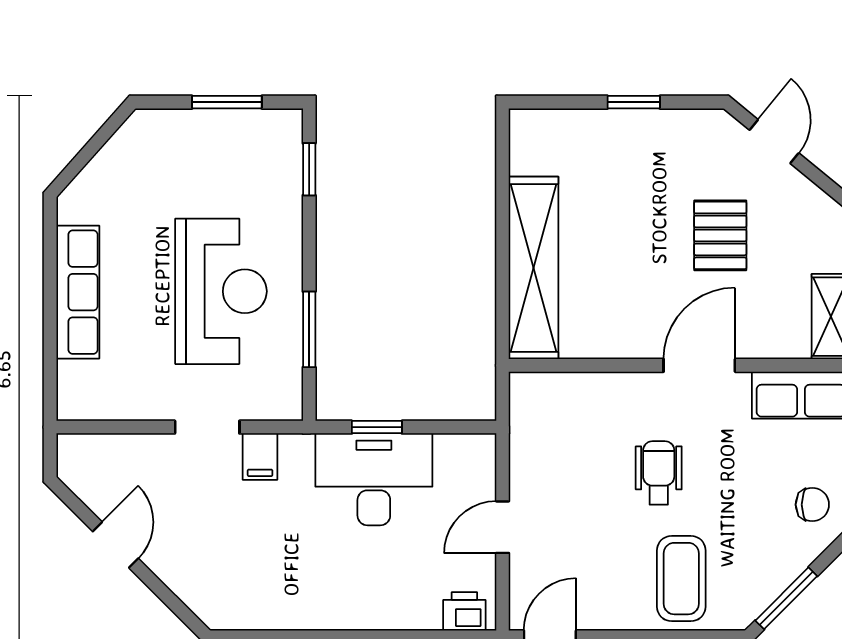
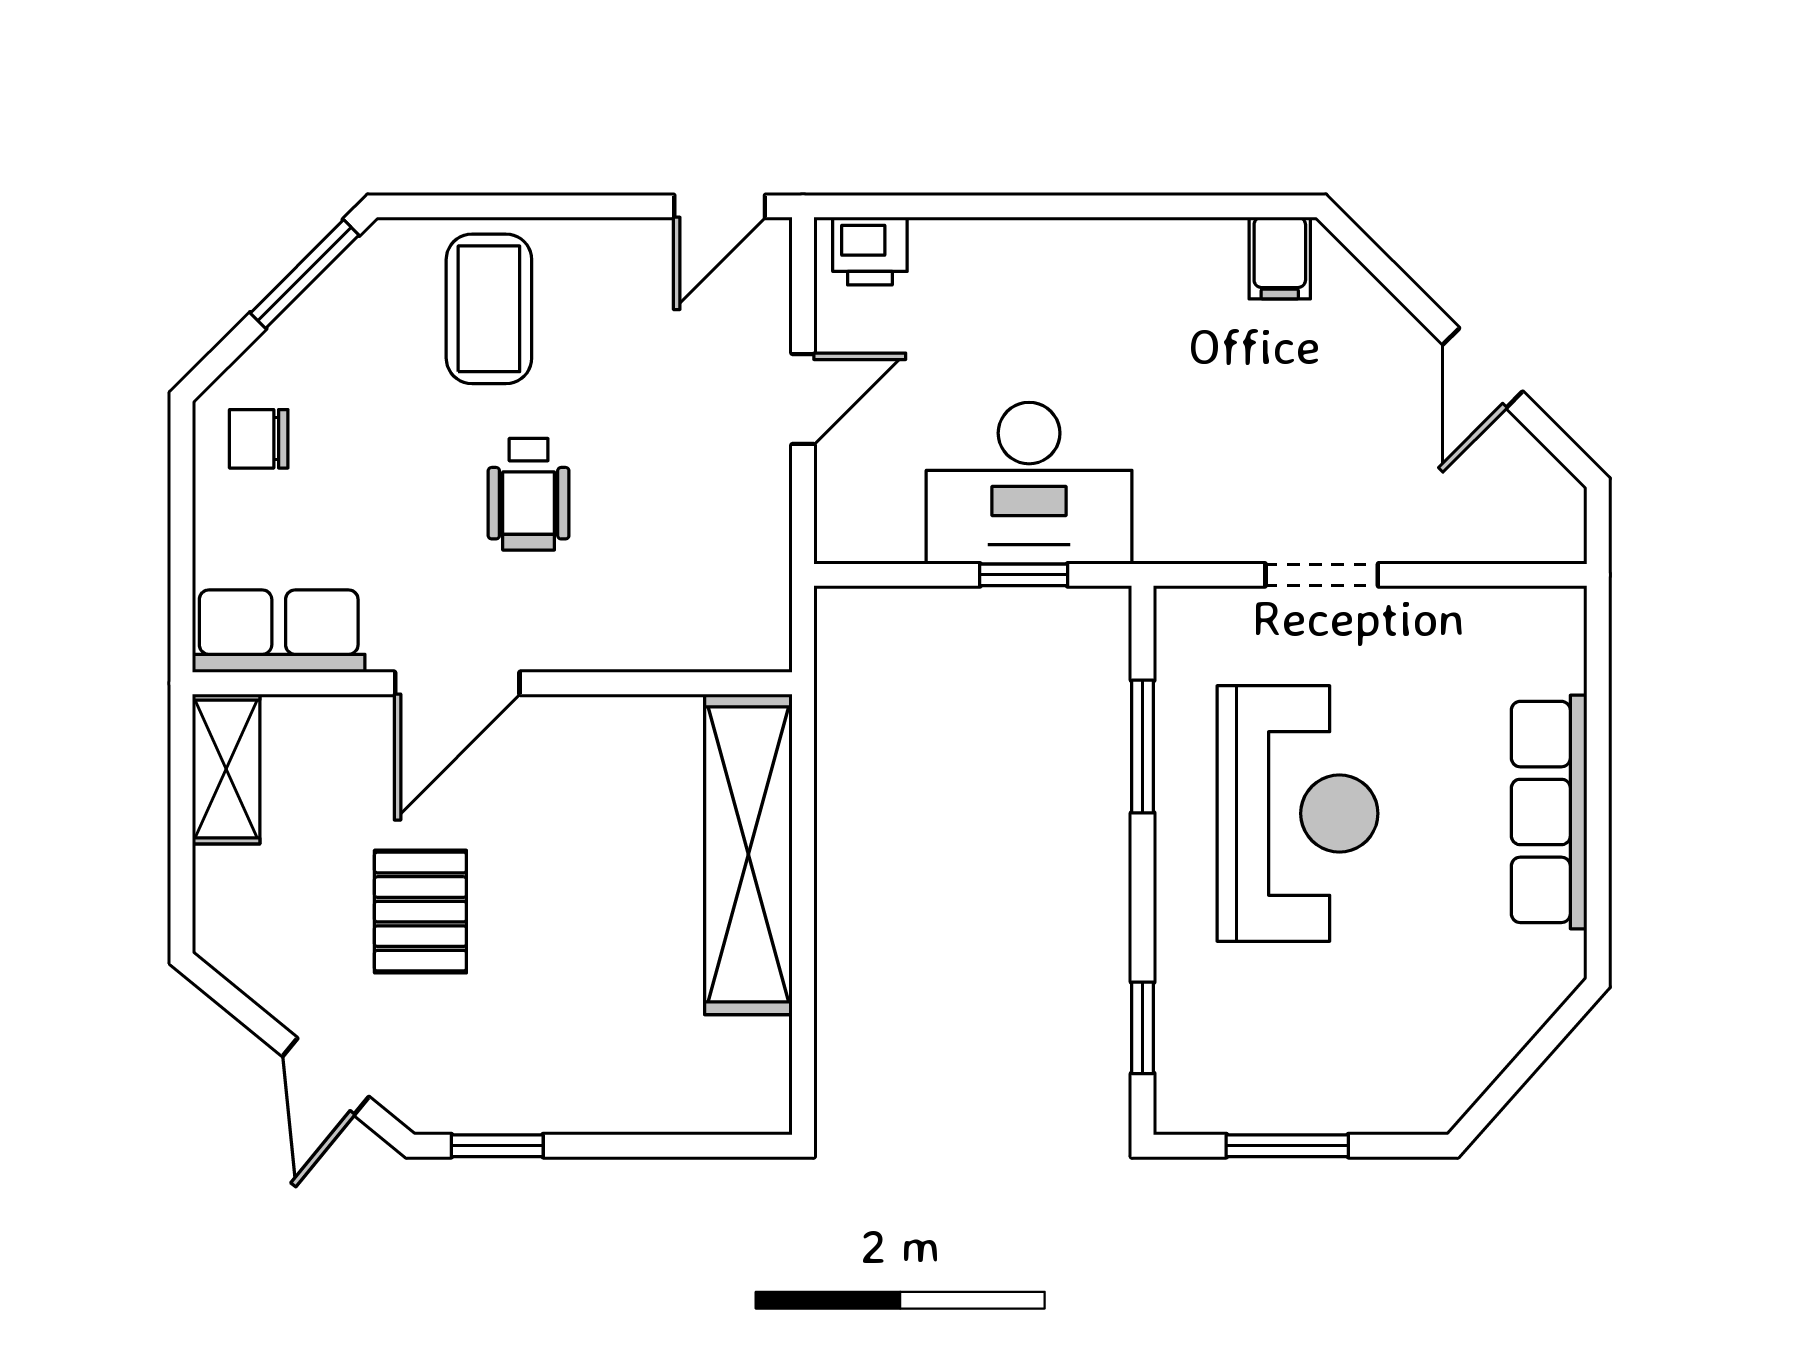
window: (634, 102) -> (497, 1146), moved
reception desk: (221, 291) -> (1298, 813), turned 180
filing cabinet: (260, 457) -> (1280, 258), moved, turned 180

